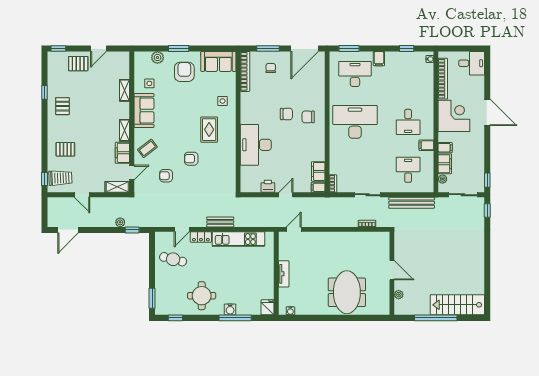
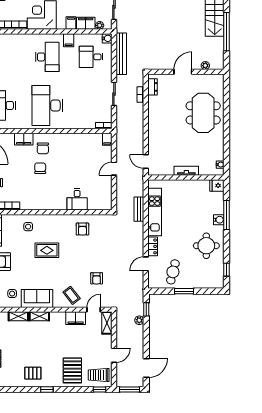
window: (44, 92) -> (47, 389), moved
desk: (408, 122) -> (47, 57), width x1.37
shelving: (125, 130) -> (39, 316), moved
rug: (209, 130) -> (47, 250), moved
desk: (256, 145) -> (77, 199), width x0.53, depth x0.77
pallet: (65, 149) -> (72, 370), width x1.50, depth x1.42
armchair: (191, 159) -> (82, 229), moved
filing cabinet: (318, 171) -> (24, 139), moved
door: (132, 173) -> (94, 310), hinge flipped
trolley: (60, 178) -> (99, 375), turned -88
printer: (268, 186) -> (106, 185), removed
water cooler: (428, 187) -> (107, 38), added
door: (286, 195) -> (114, 169), hinge flipped
window: (44, 212) -> (129, 389), added
bench: (220, 222) -> (139, 209), moved
door: (182, 229) -> (146, 264), swing flipped
door: (68, 230) -> (146, 368), hinge flipped
dresser: (375, 237) -> (152, 87), added
meeting table: (347, 292) -> (203, 113), turned 90
window: (152, 298) -> (184, 291), moved

